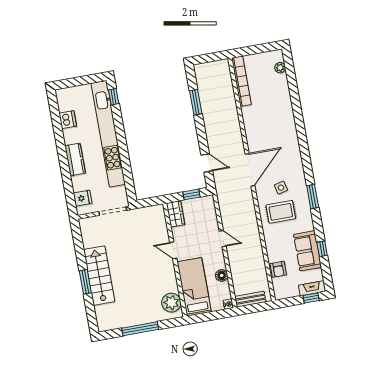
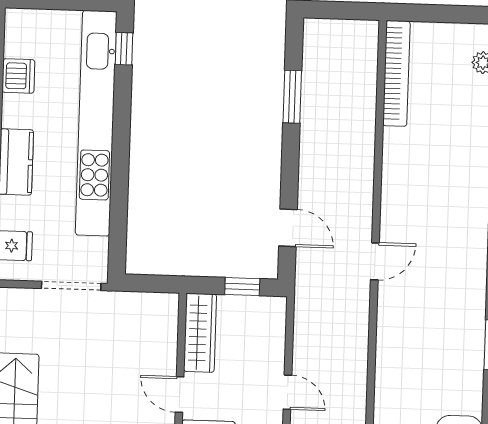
door: (250, 170) -> (375, 261), width x0.53
side table: (281, 188) -> (431, 312), removed
rug: (281, 212) -> (420, 362), removed
wardrobe: (176, 214) -> (200, 333), width x1.50

